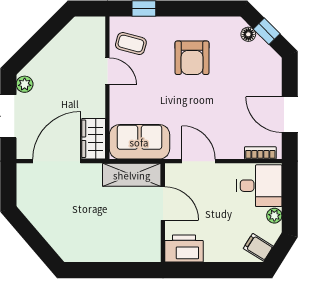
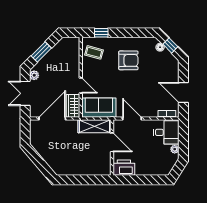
window: (37, 43) -> (41, 52), added
armchair: (192, 58) -> (128, 60), turned -90
door: (107, 71) -> (81, 85), moved
filing cabinet: (258, 247) -> (166, 167), removed

